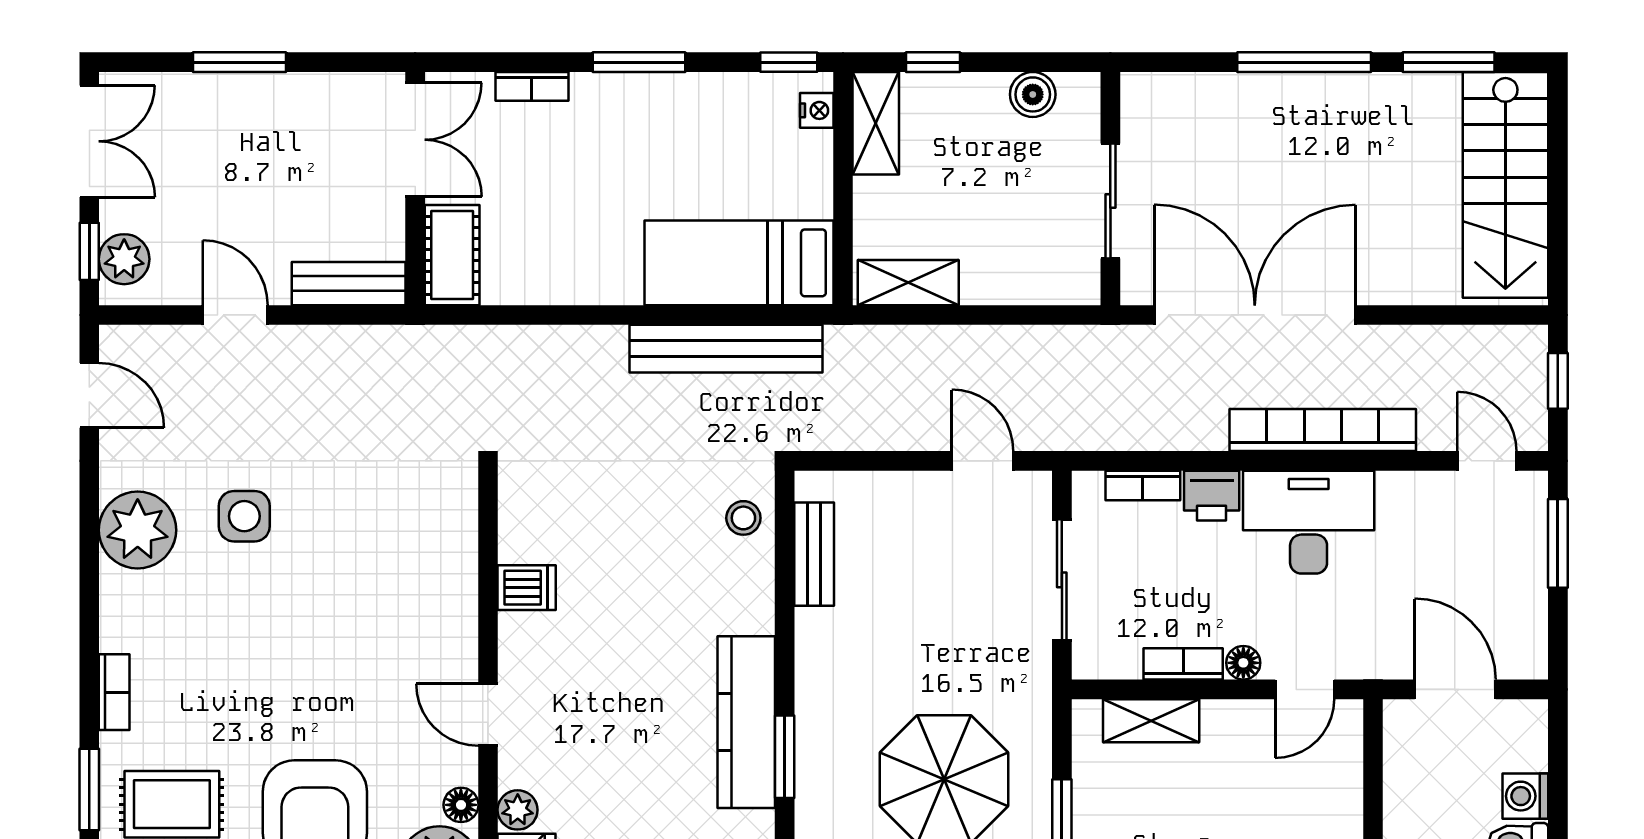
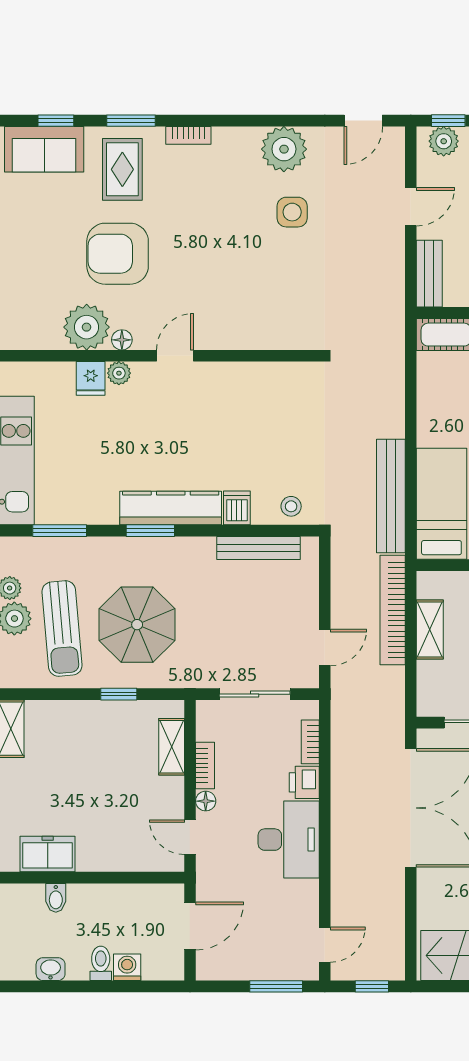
shelving: (908, 283) -> (430, 629), moved
bookcase: (1323, 430) -> (393, 610), moved, turned 180
bench: (814, 554) -> (259, 548), width x1.36
dishwasher: (527, 588) -> (237, 508), moved, turned 180

